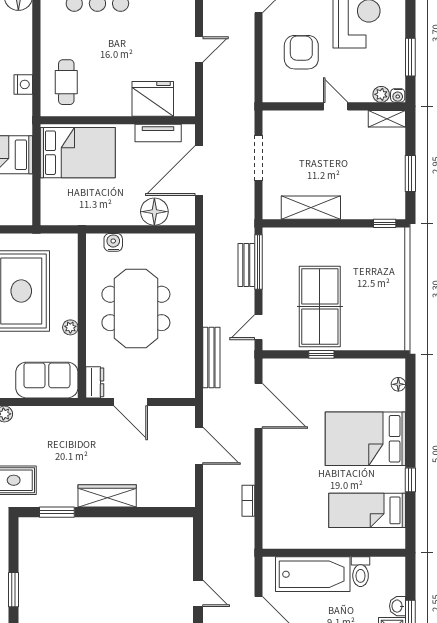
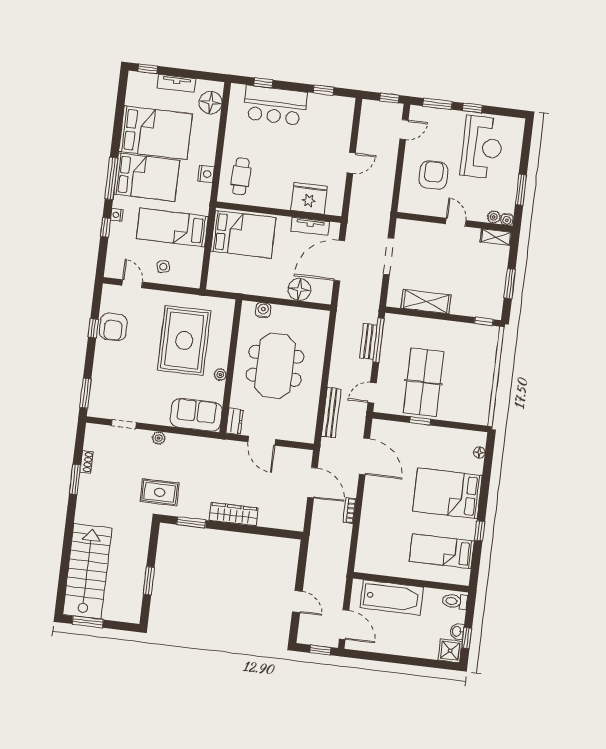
bookcase: (248, 501) -> (349, 511), moved
toilet: (361, 572) -> (455, 601), moved, turned 90

